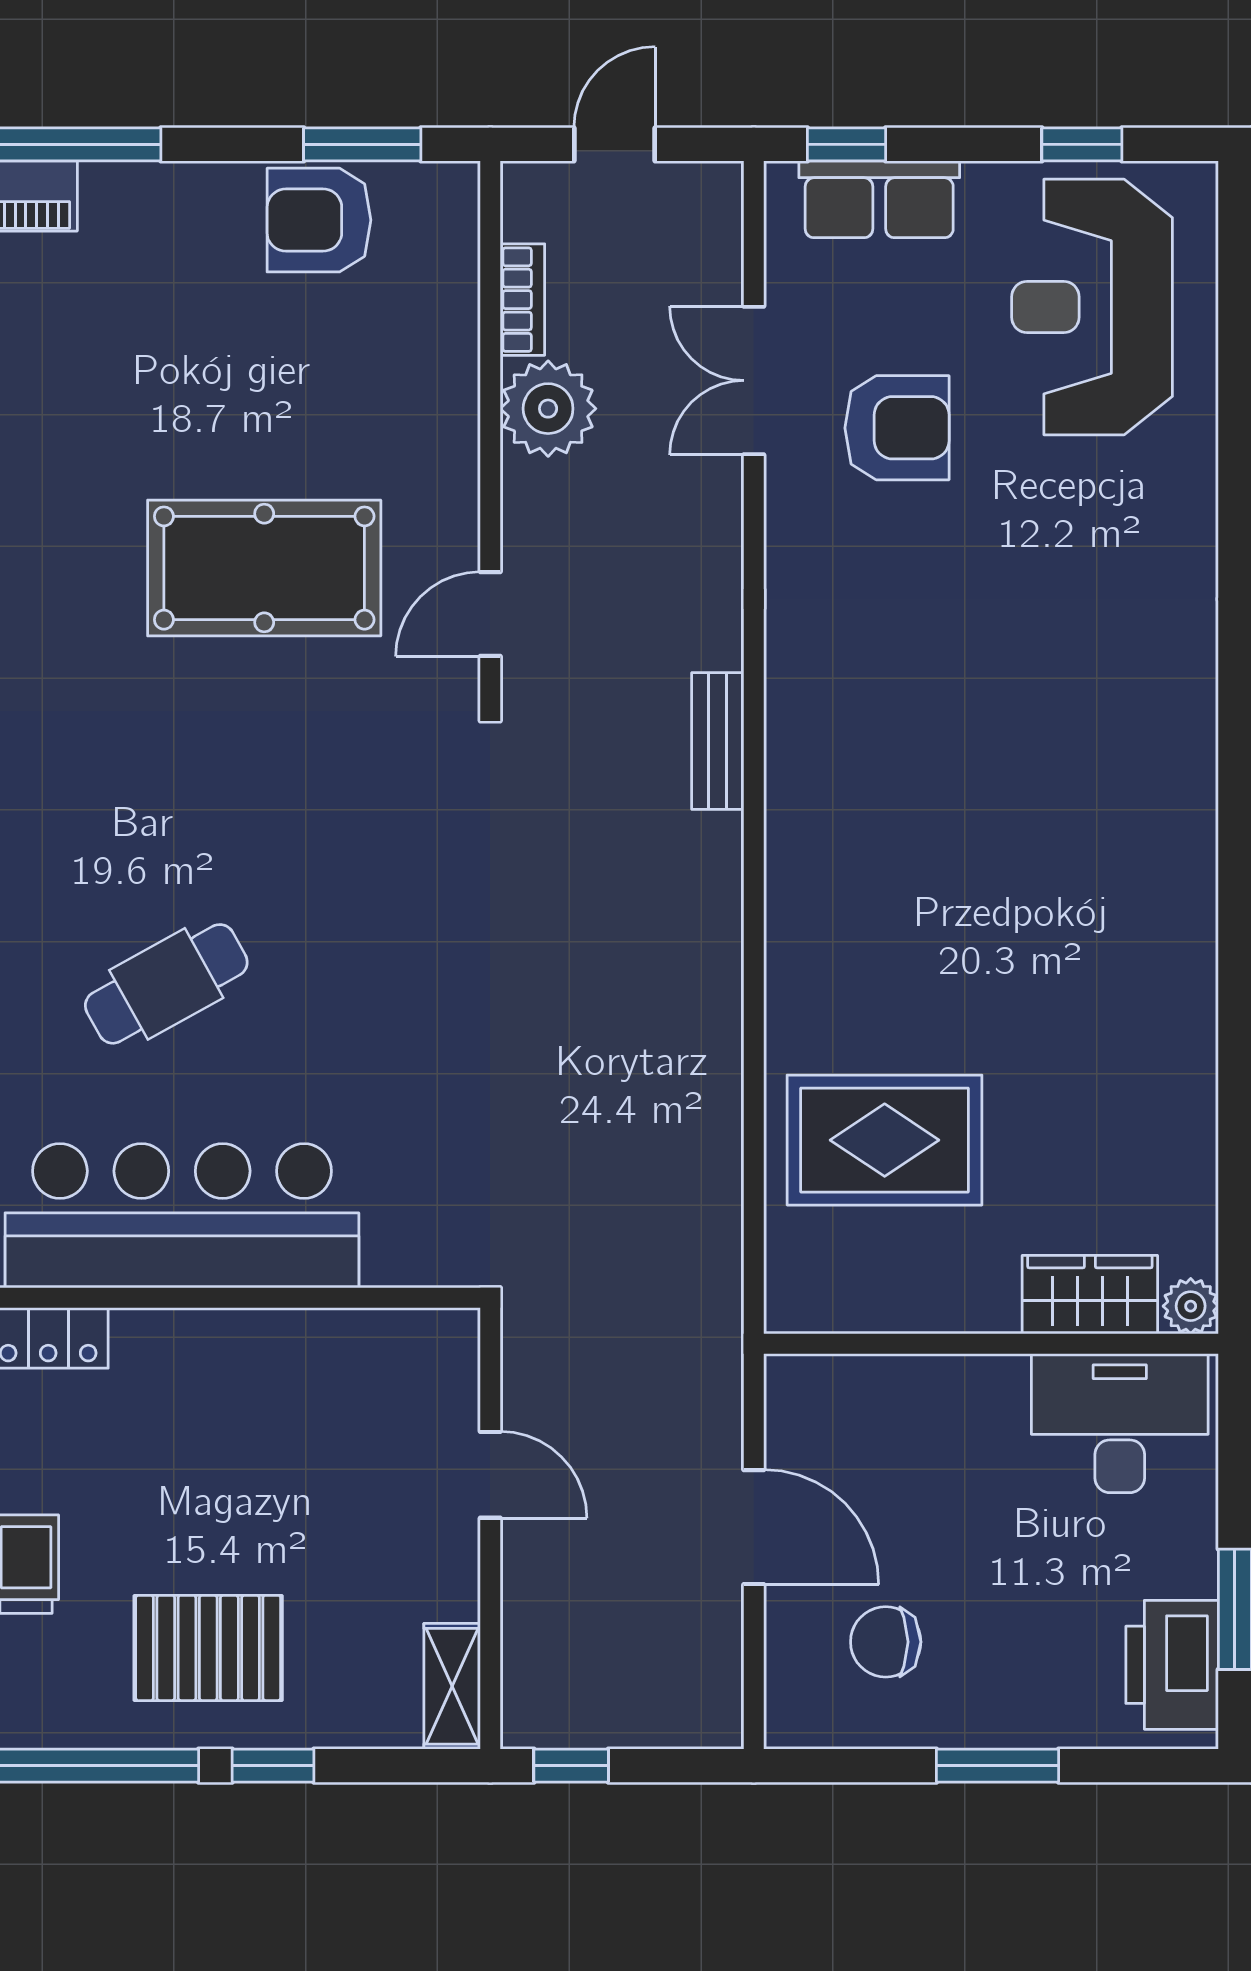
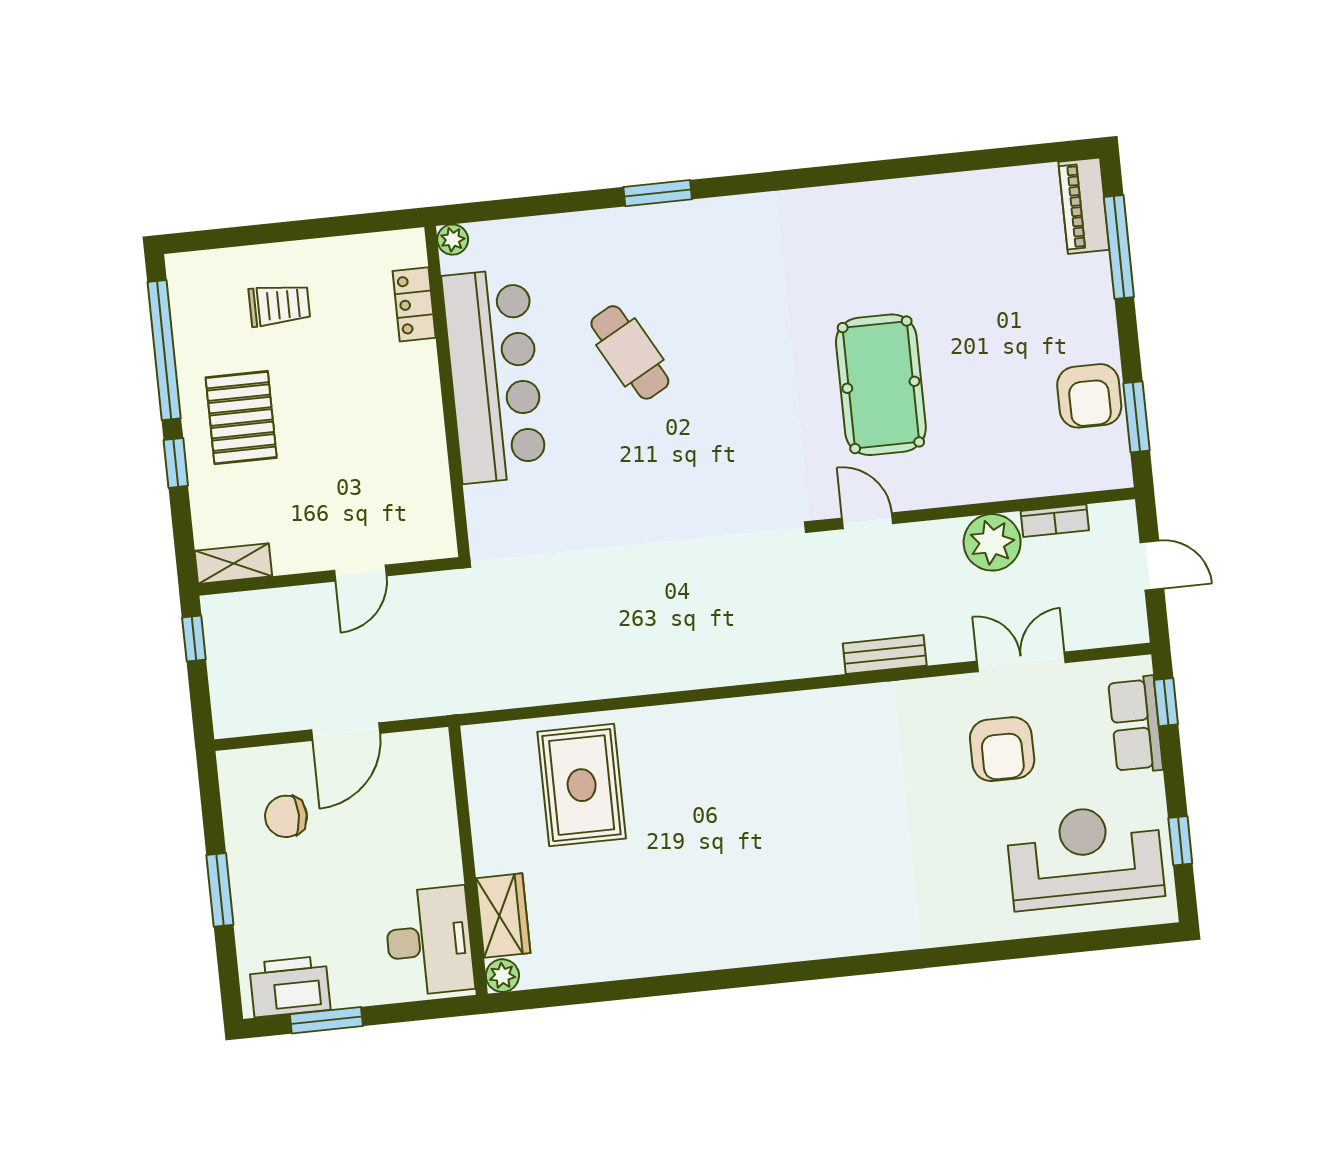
armchair: (319, 220) -> (1089, 396), turned 180
bench: (718, 741) -> (885, 655), moved
chair: (886, 1642) -> (286, 816), turned -90

